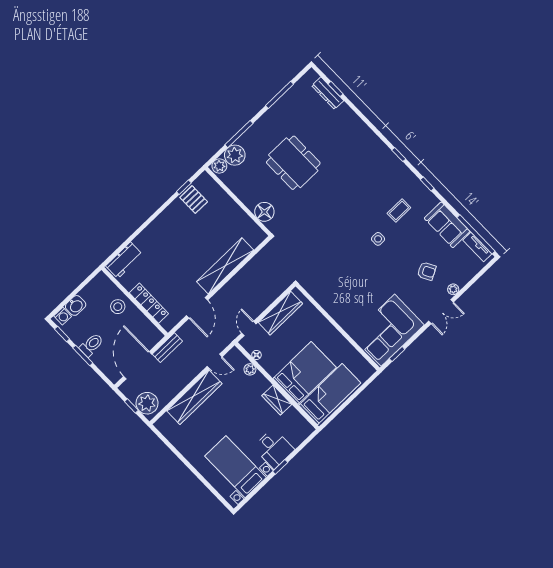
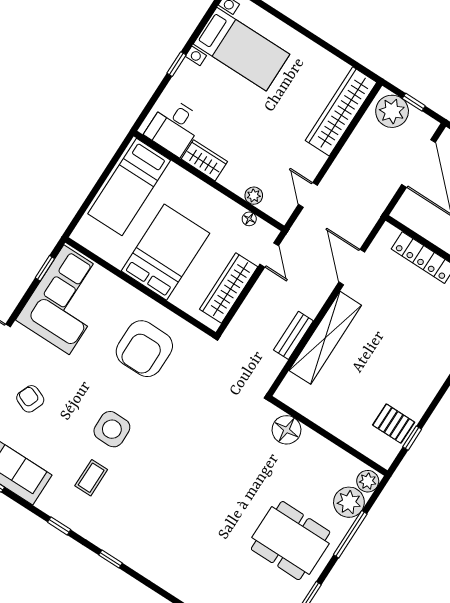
dining table: (293, 163) -> (291, 541), moved
side table: (378, 239) -> (112, 429), width x1.87, depth x1.87
armchair: (427, 271) -> (30, 399), turned 50
armchair: (345, 286) -> (144, 349), added
bench: (167, 348) -> (293, 335), moved
door: (215, 362) -> (308, 195), hinge flipped
bed: (305, 373) -> (165, 252), moved, turned 180
wardrobe: (194, 397) -> (341, 111), moved
desk: (274, 448) -> (174, 127), moved, turned -90

